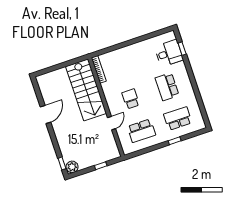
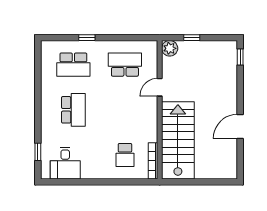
desk: (169, 53) -> (65, 163), moved, turned -90
school desk: (131, 99) -> (125, 155), moved
plant: (72, 167) -> (170, 48), moved

